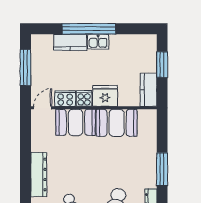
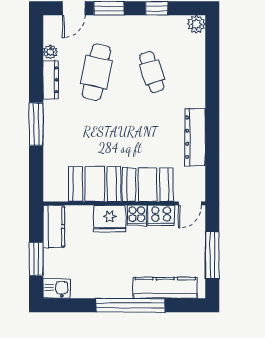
kitchen counter: (70, 42) -> (165, 288), width x1.50
kitchen sink: (98, 42) -> (56, 289), moved
dresser: (39, 175) -> (195, 137), moved

